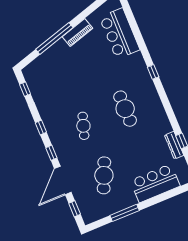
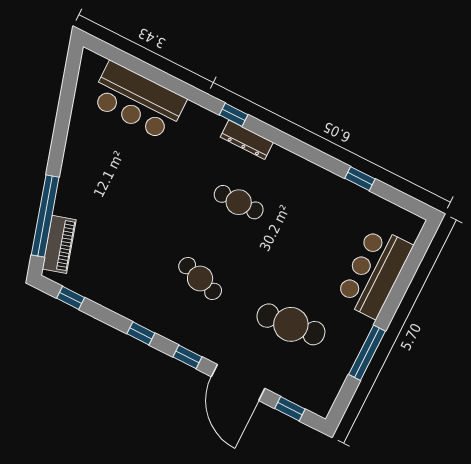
piano: (78, 32) -> (59, 244), moved
window: (54, 38) -> (45, 216), moved
cafe table: (125, 109) -> (239, 202), width x0.73, depth x0.74
dresser: (174, 145) -> (247, 140), moved
cafe table: (104, 175) -> (291, 324), turned -30

